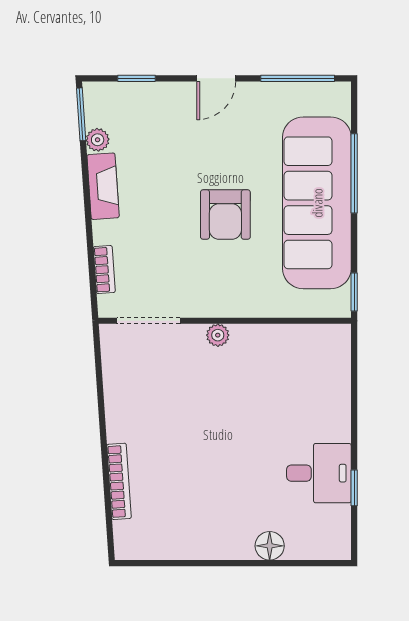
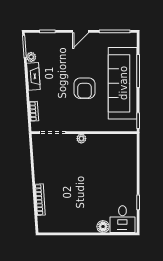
desk: (319, 473) -> (122, 219), moved, turned 90

